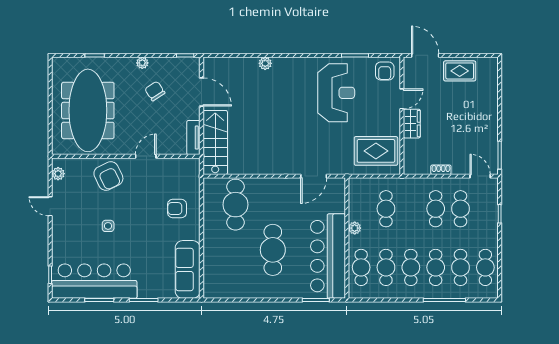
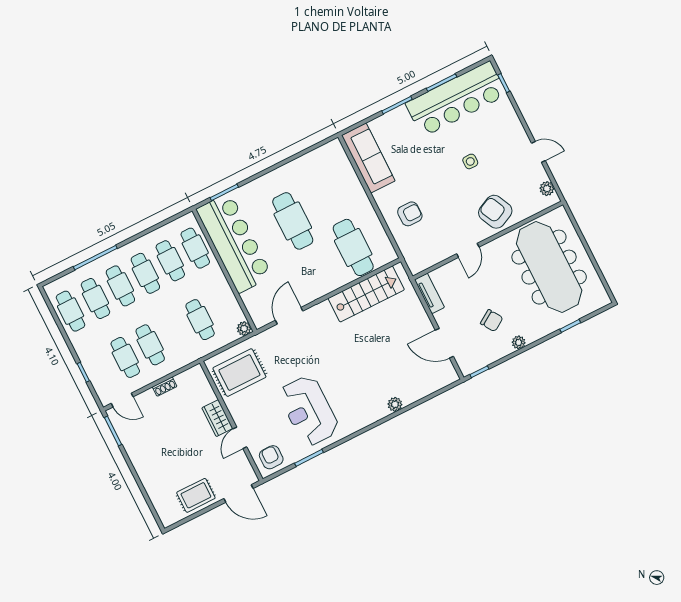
stairs: (215, 142) -> (366, 294), moved, turned -90
plant: (355, 228) -> (244, 329), moved

